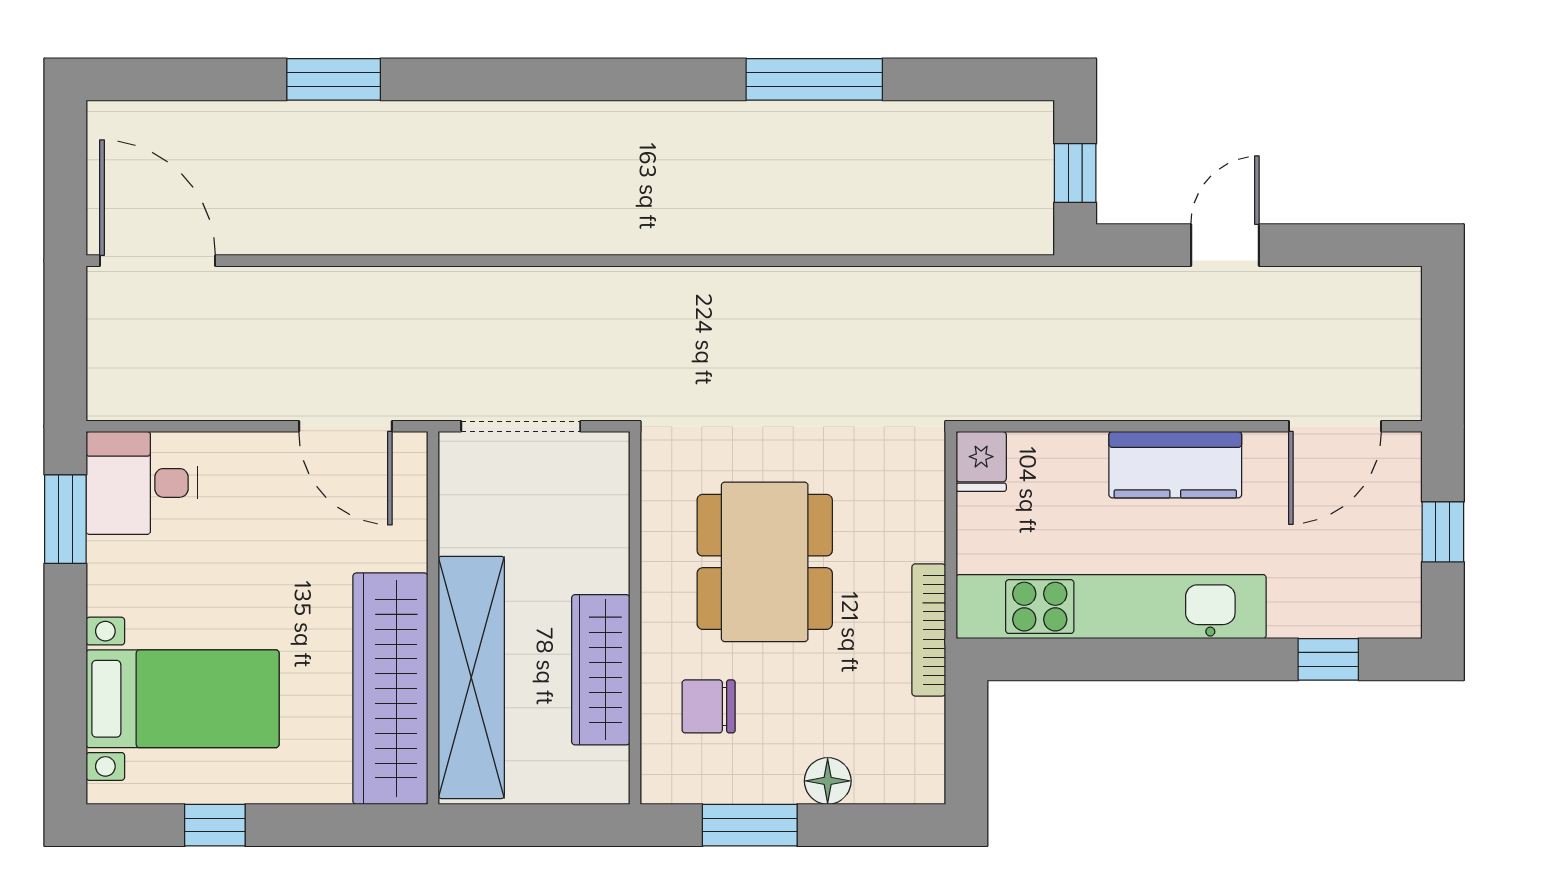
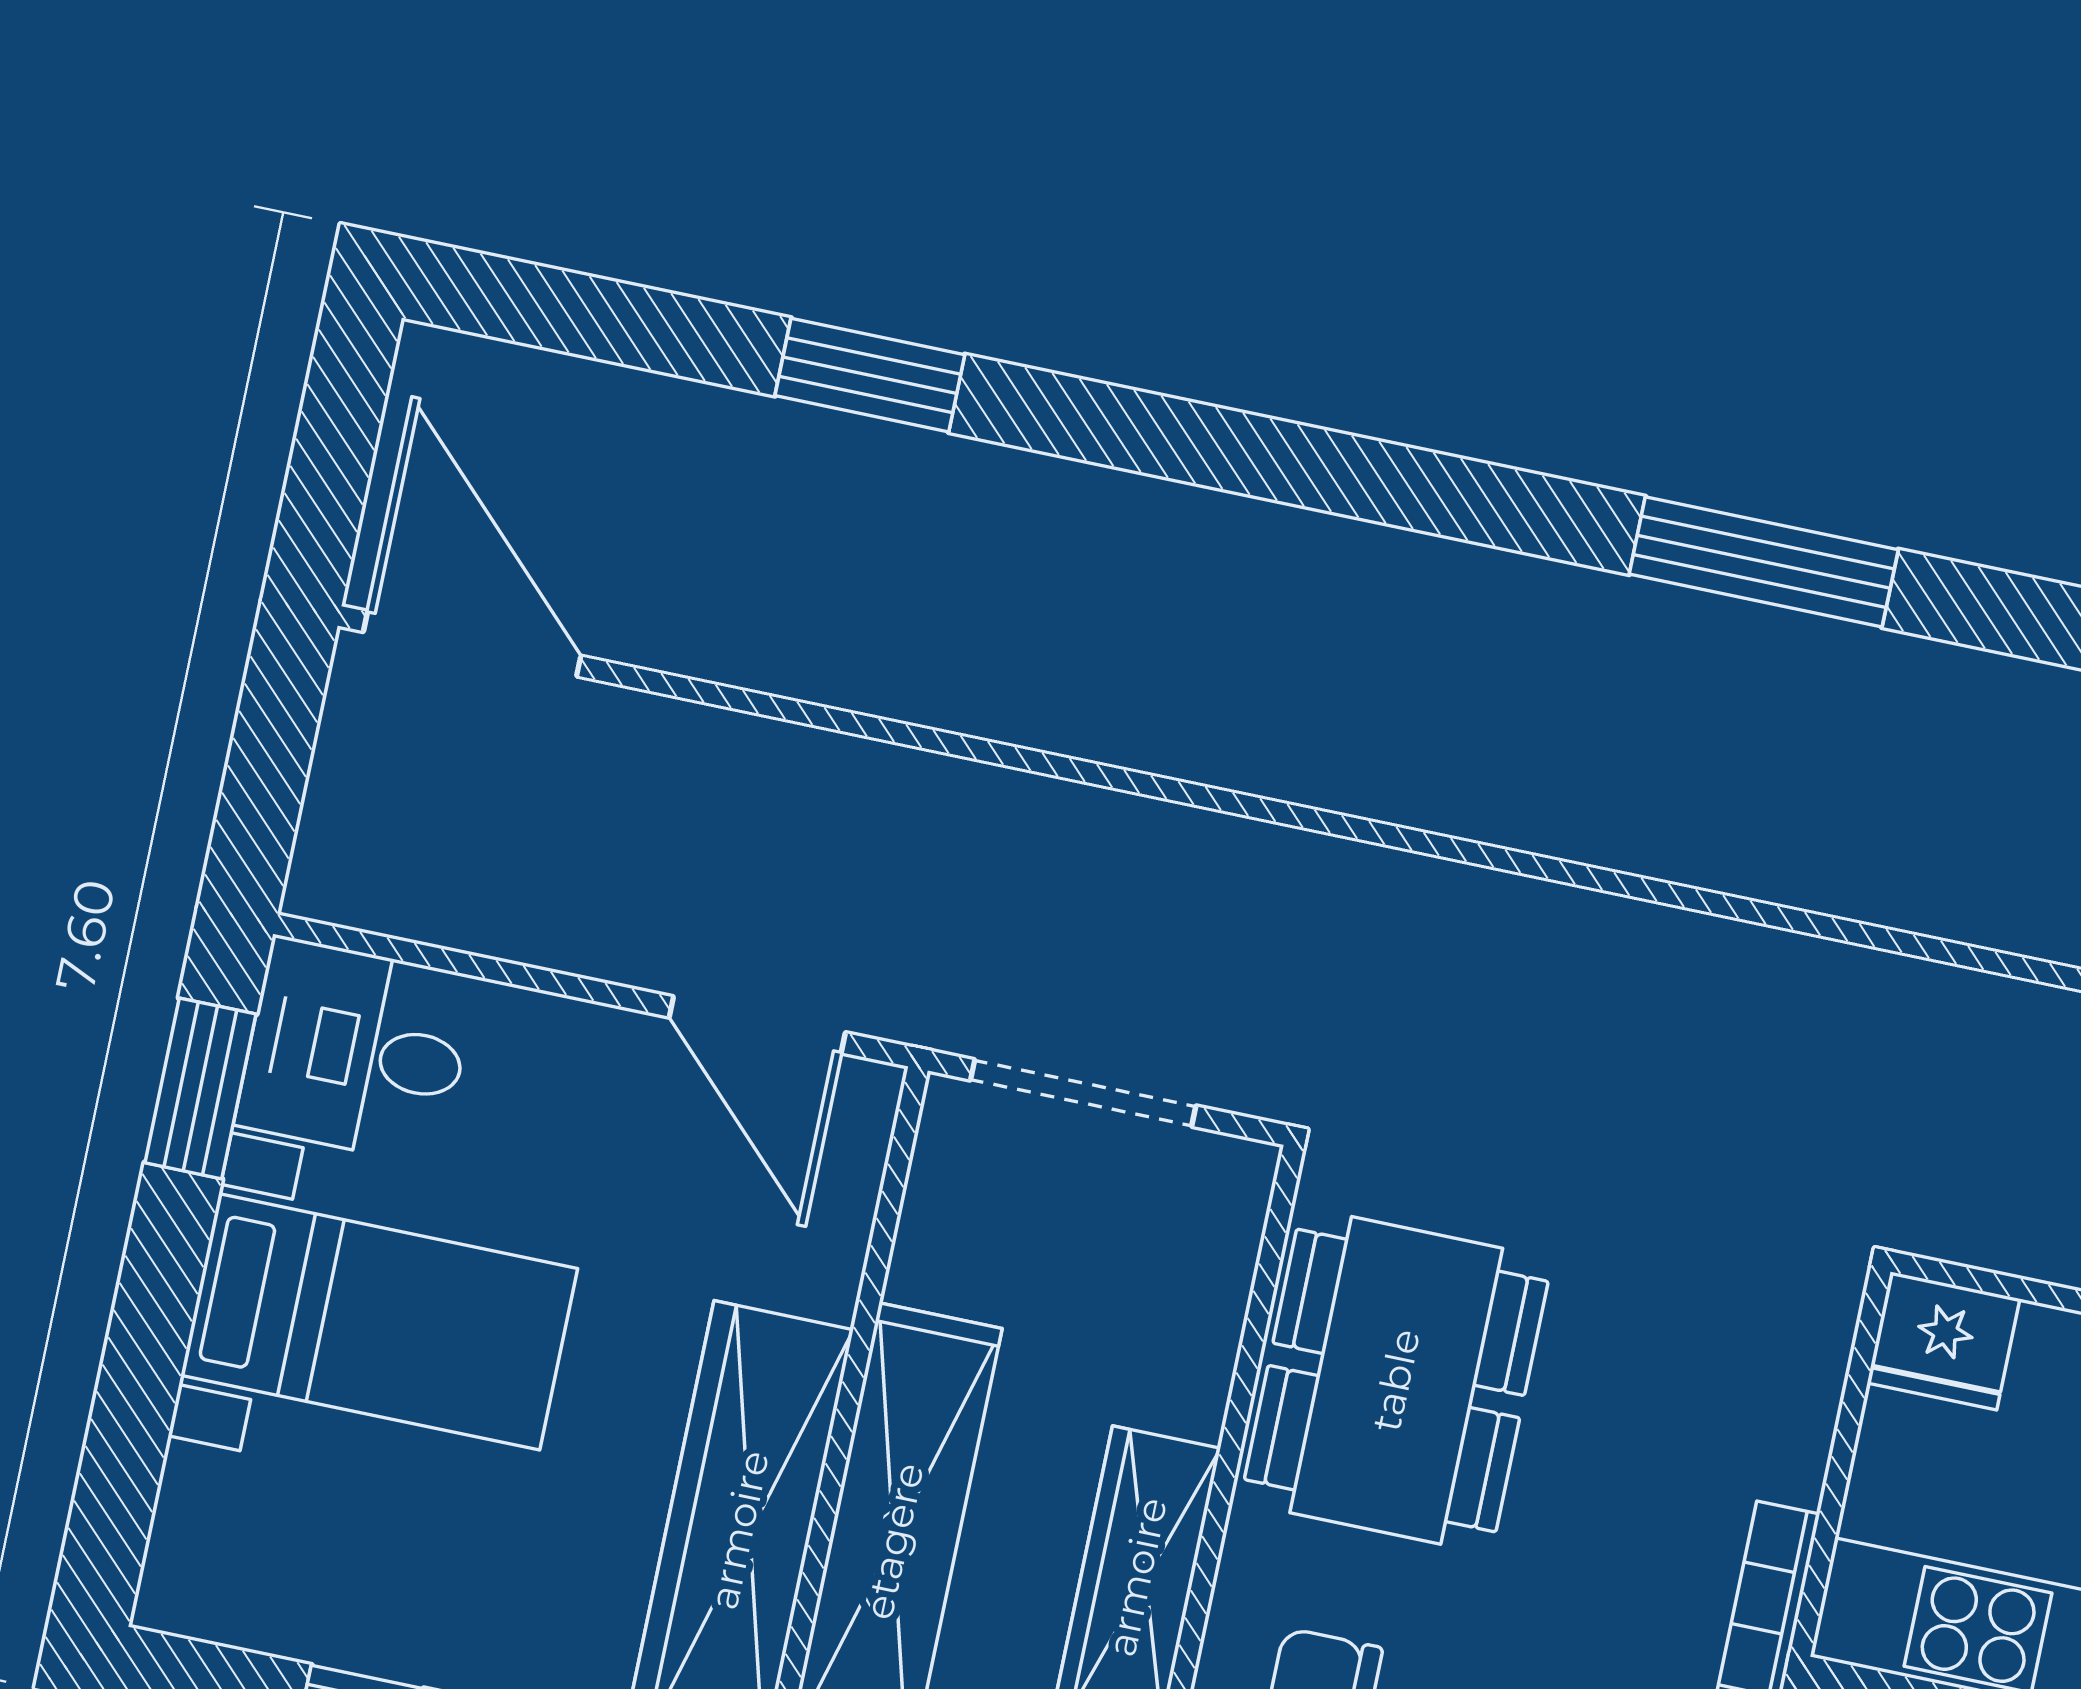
fridge: (981, 461) -> (1944, 1341), width x1.38
dining table: (765, 562) -> (1396, 1380), moved
bed with nightstands: (183, 699) -> (379, 1322), moved

